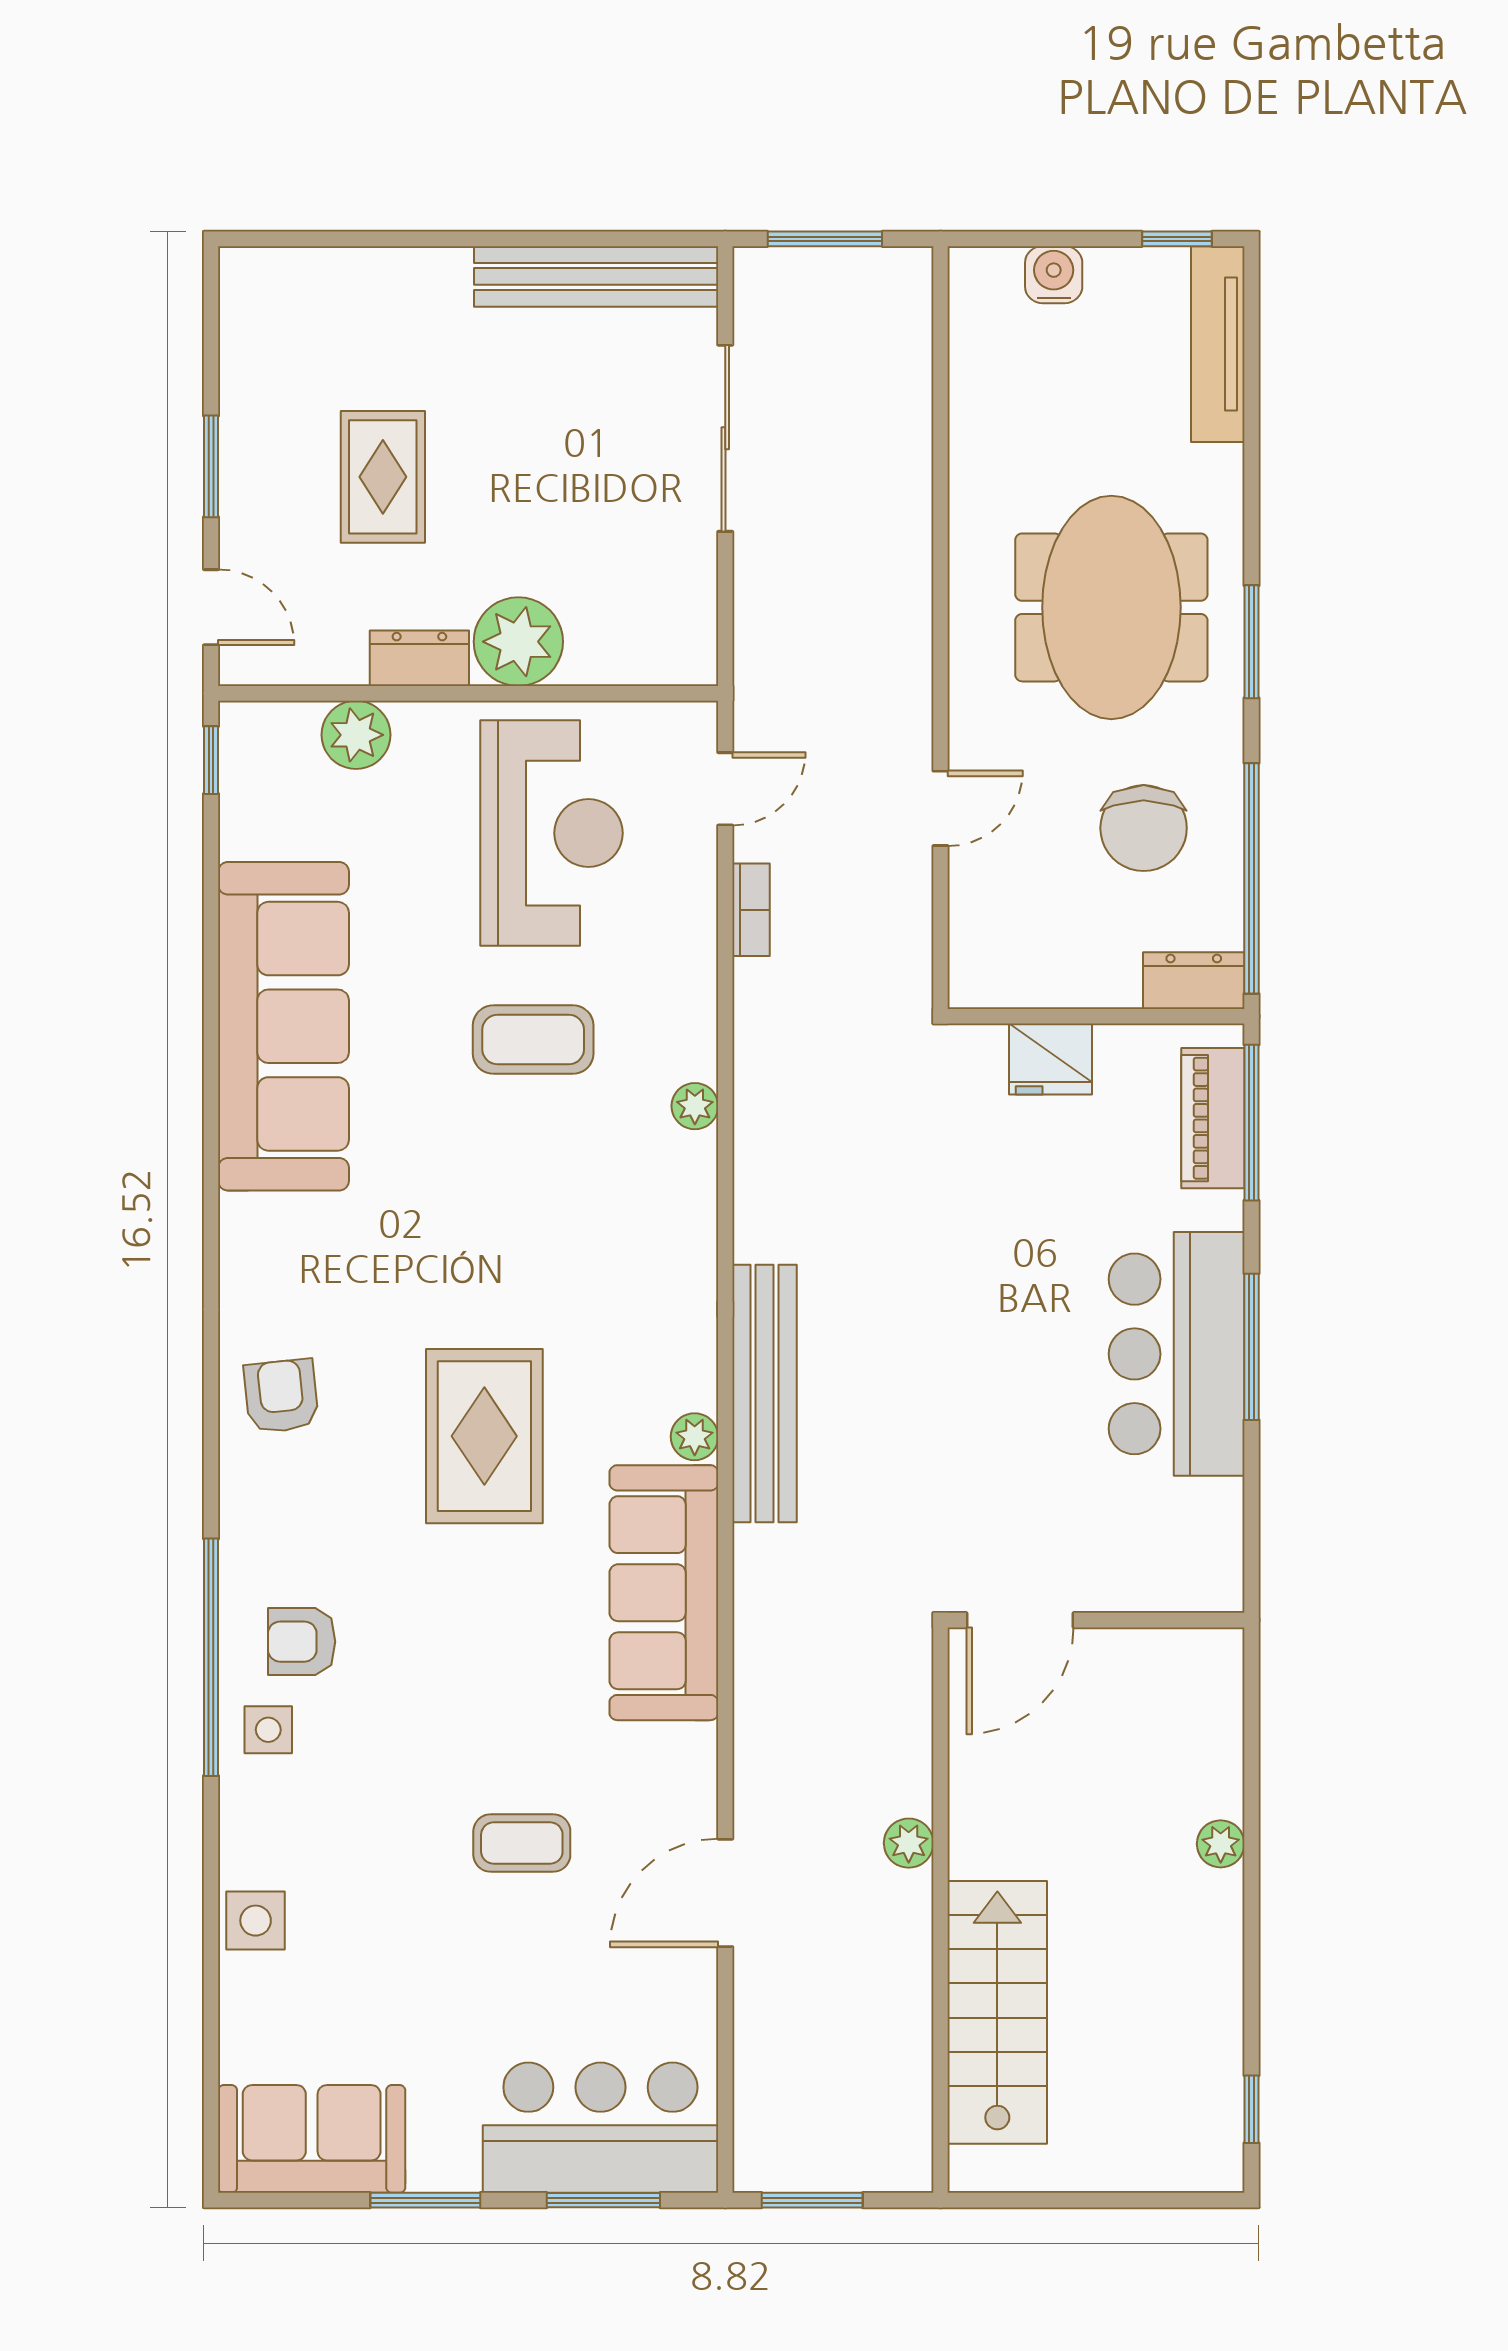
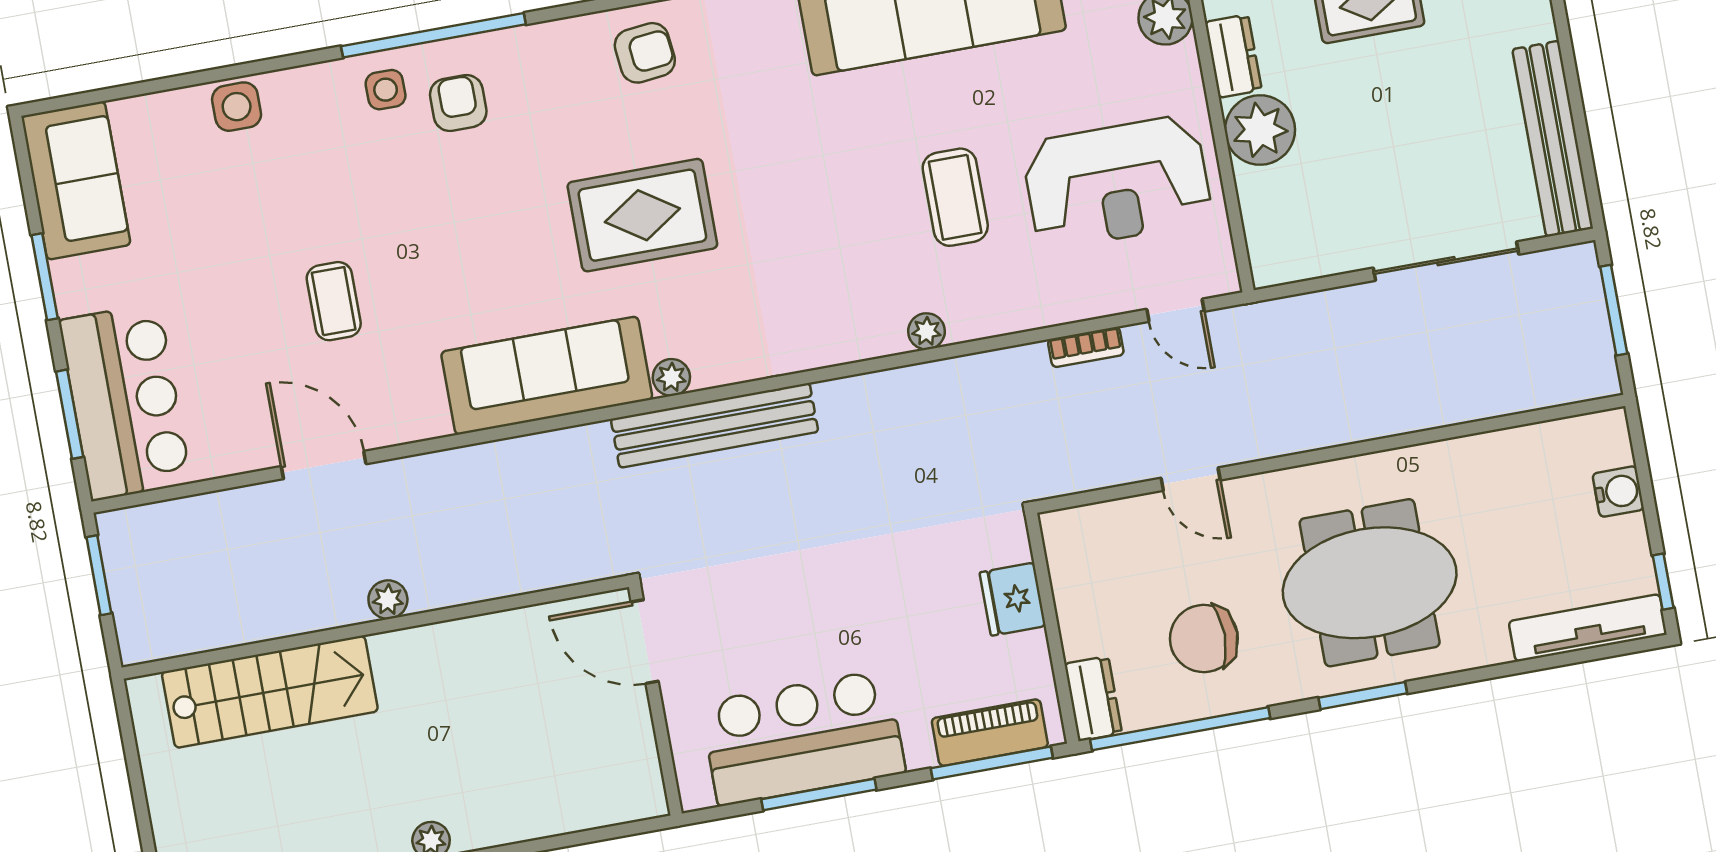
door: (1020, 1620) -> (645, 642), moved
wall: (1096, 1620) -> (655, 700), moved

